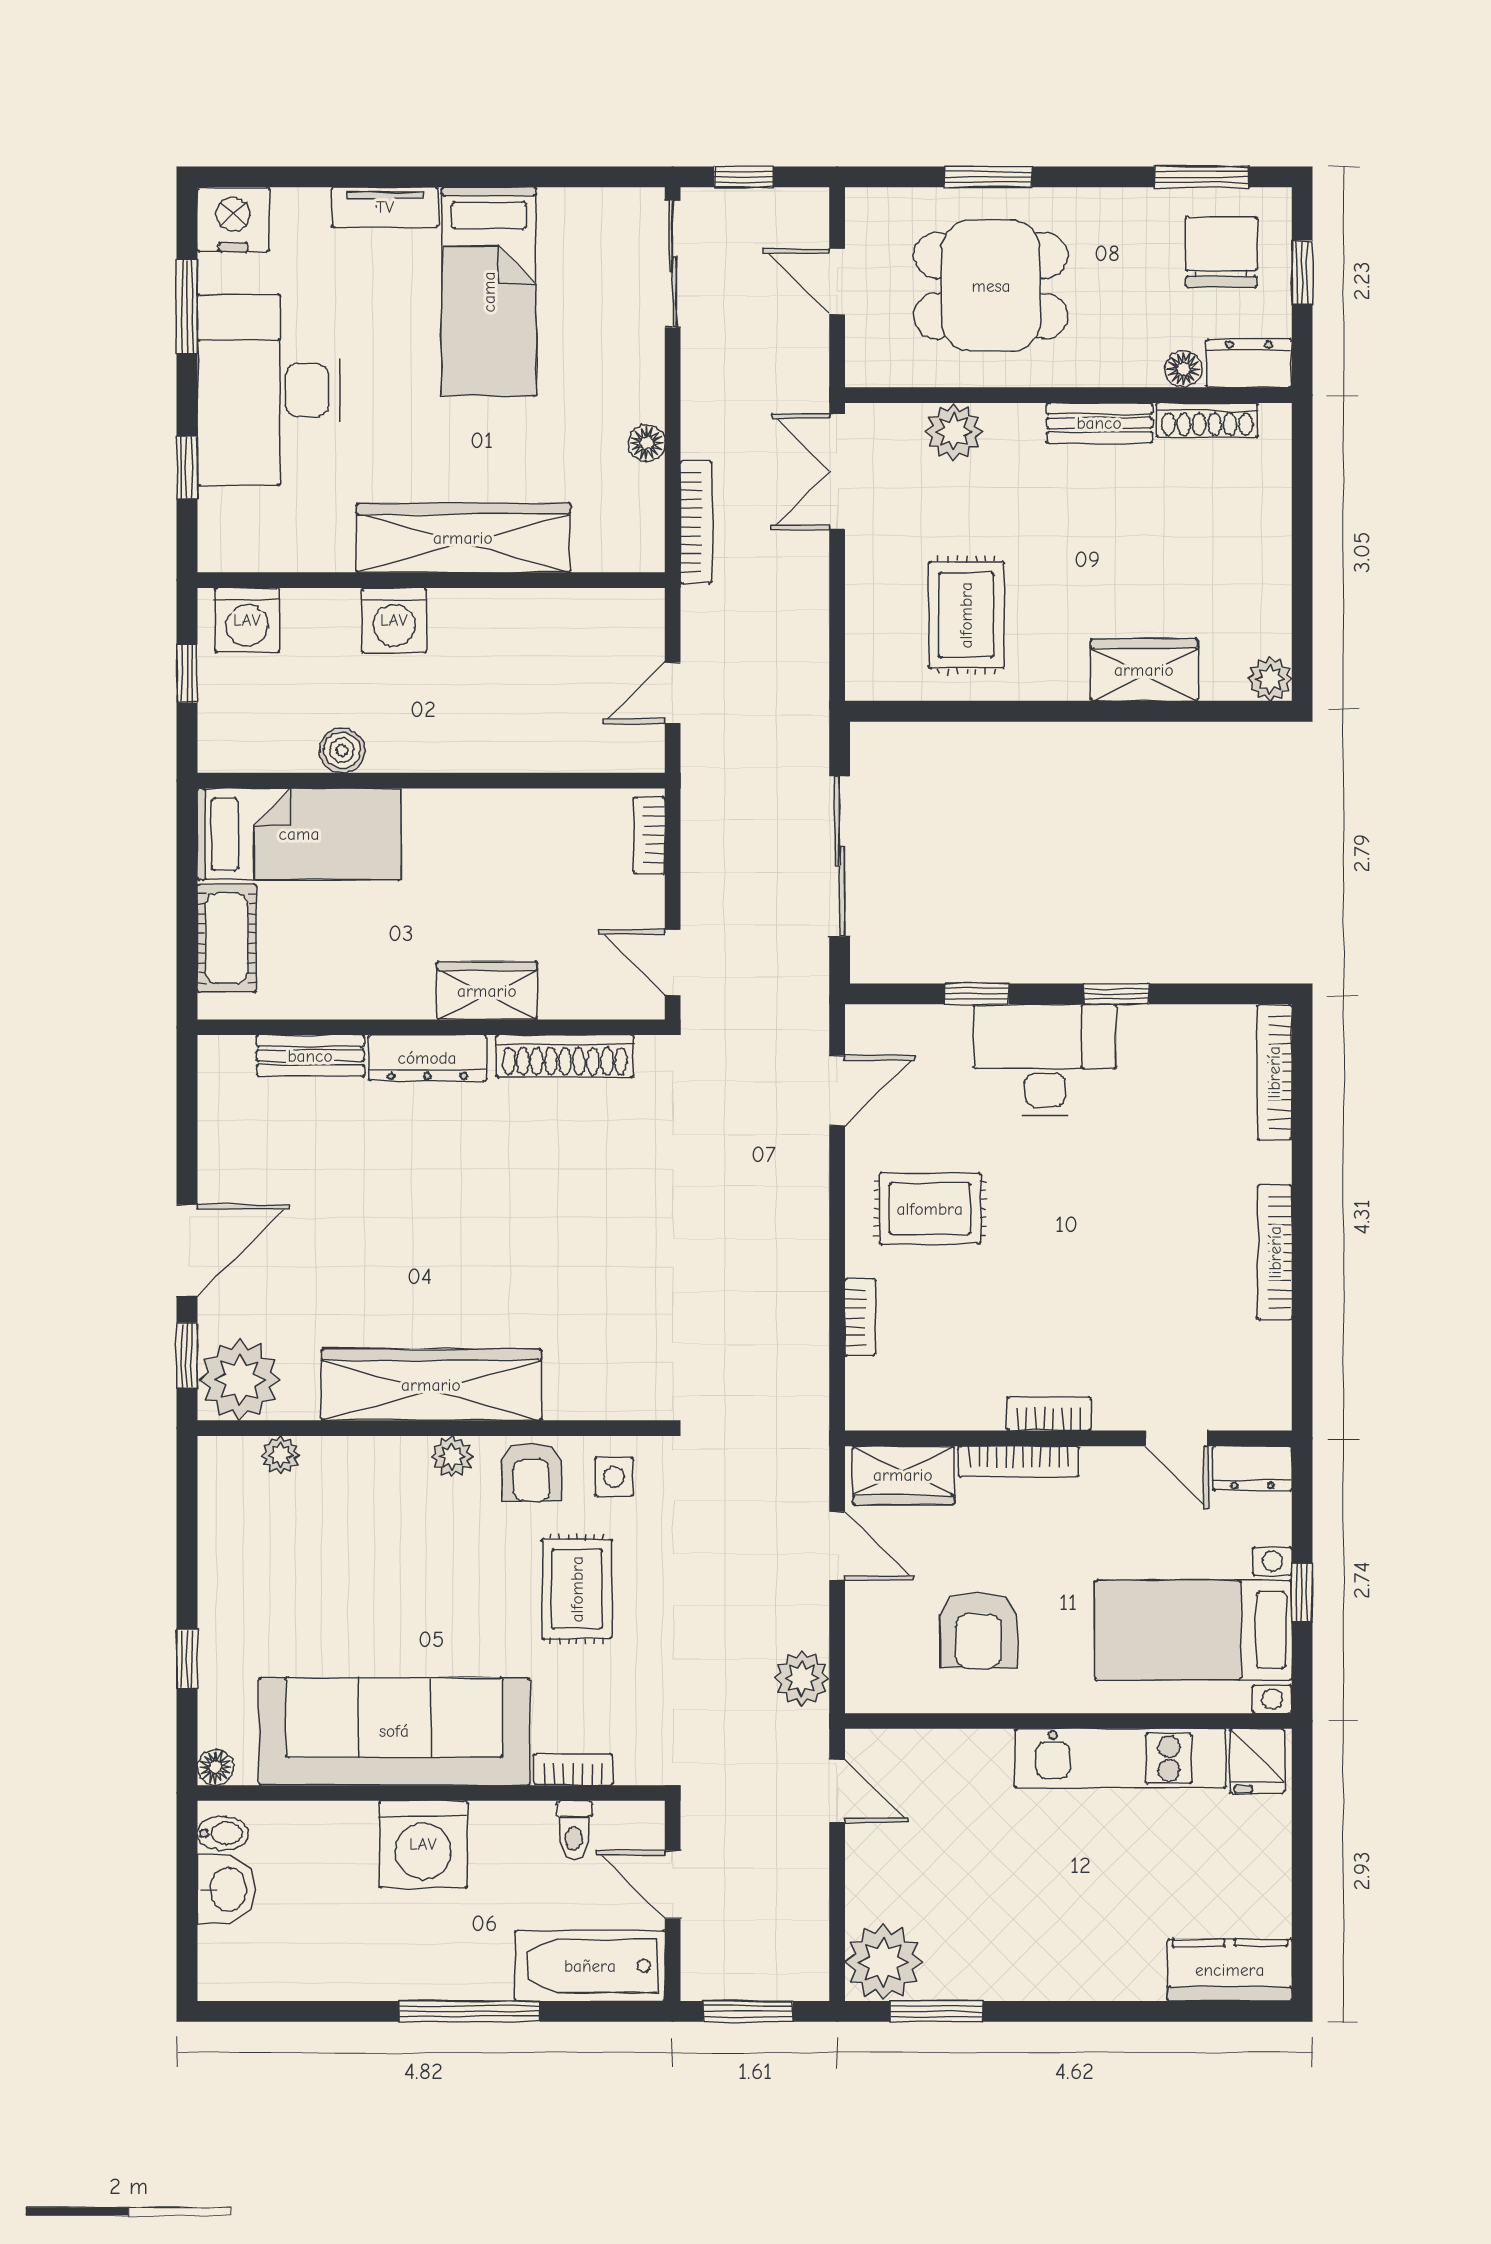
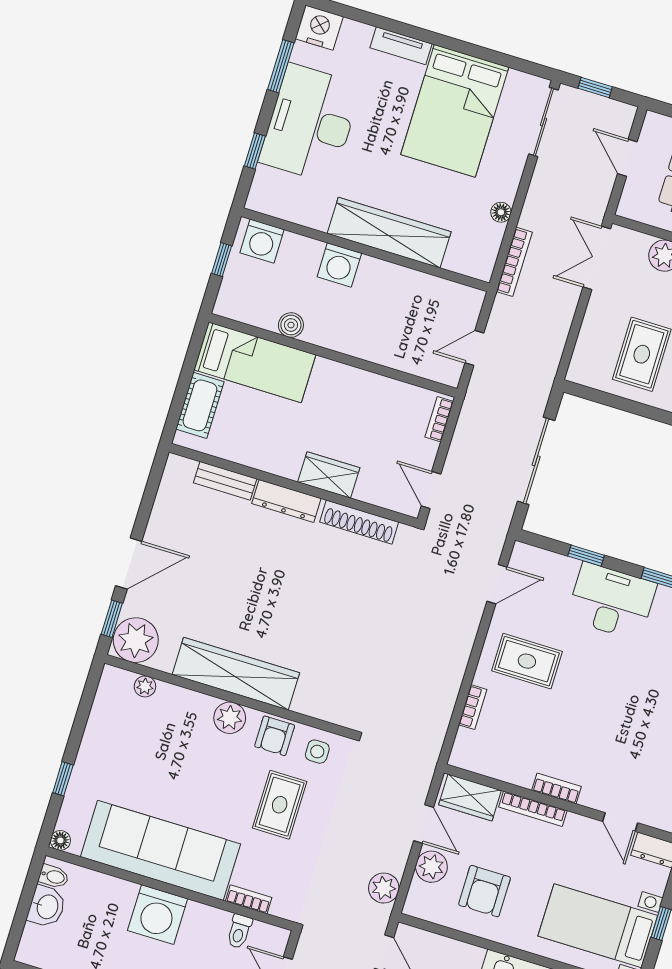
bed: (489, 292) -> (455, 111), width x1.50
plant: (452, 1457) -> (230, 718), width x1.38, depth x1.38
plant: (873, 1616) -> (431, 867), added

